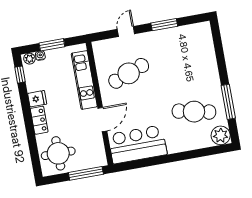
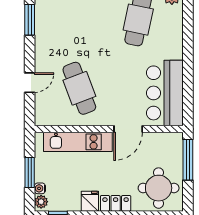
window: (164, 25) -> (30, 20), moved
door: (126, 31) -> (30, 83), swing flipped
door: (102, 120) -> (128, 129), swing flipped

